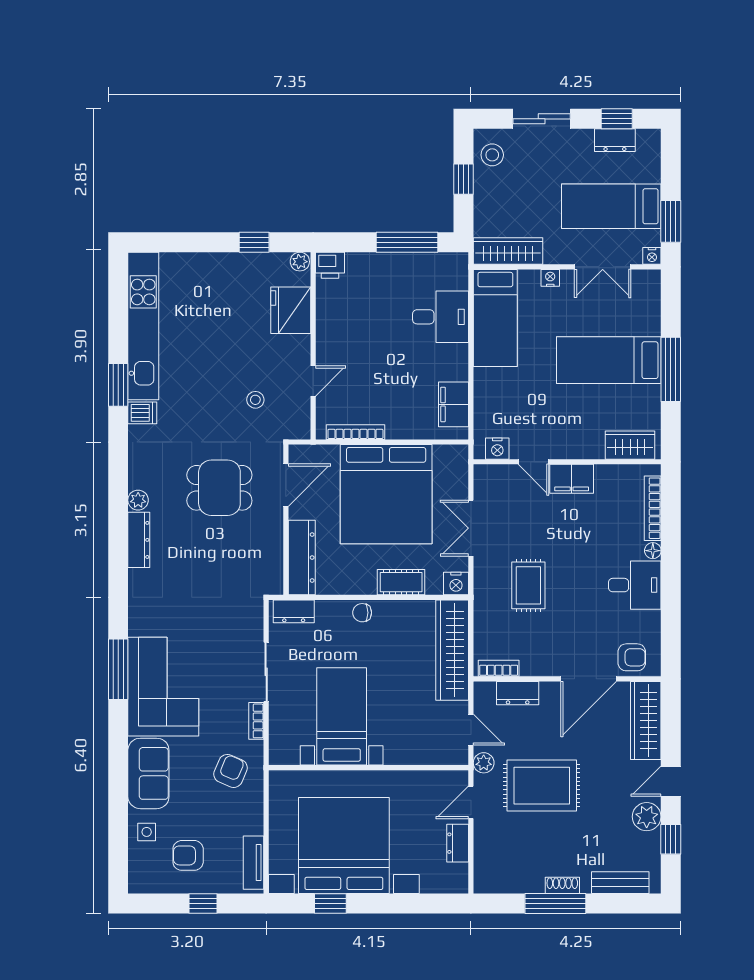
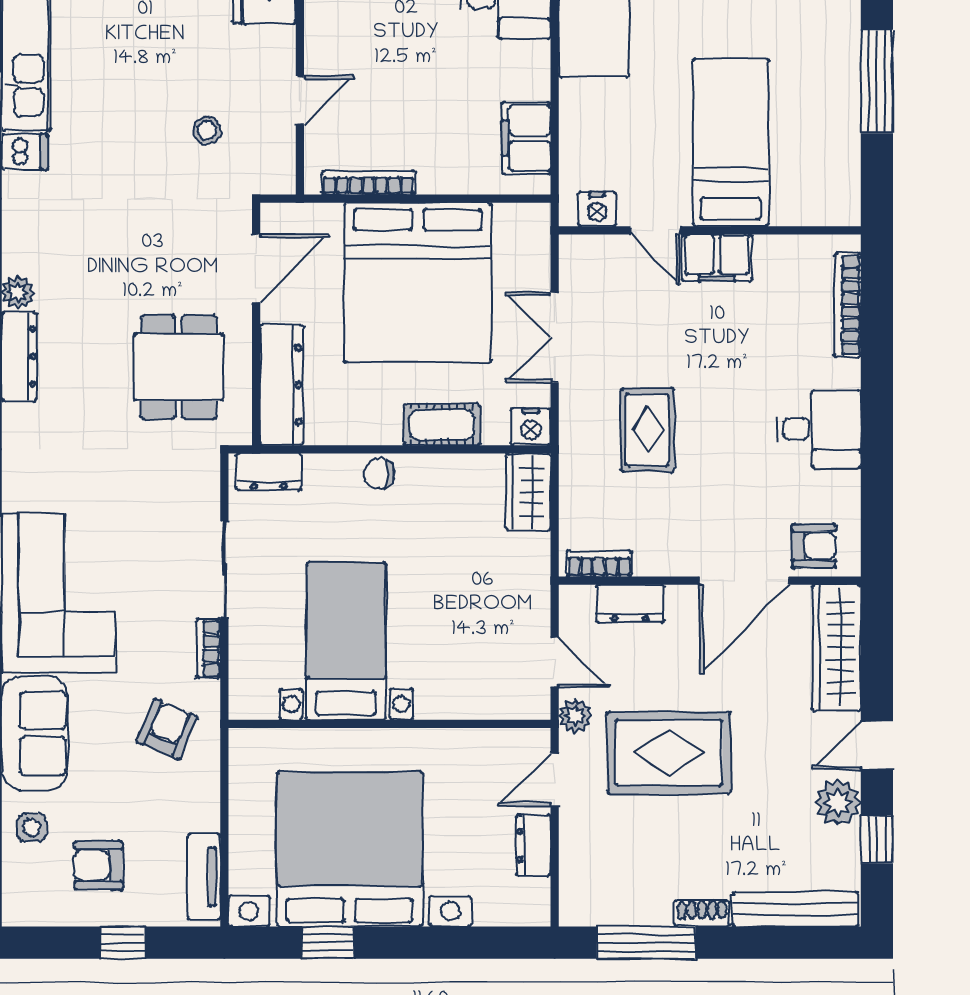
bed: (609, 360) -> (731, 142), moved, turned 90
wardrobe: (630, 445) -> (811, 204), removed
dining table: (219, 488) -> (179, 367), moved, turned 90
floor lamp: (653, 551) -> (848, 374), removed
wardrobe: (452, 650) -> (528, 492), width x0.48, depth x0.85
bench: (620, 883) -> (795, 909), width x1.36
window: (555, 903) -> (646, 943), moved

